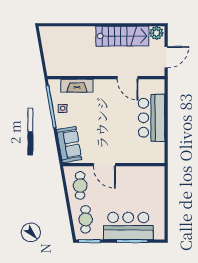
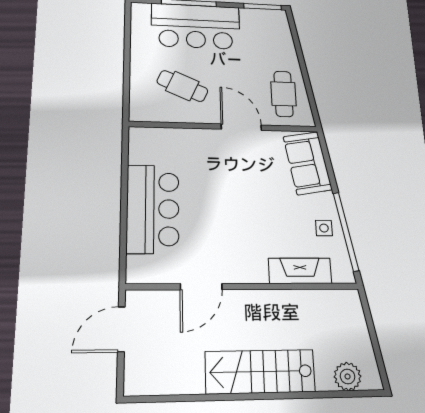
plant: (157, 33) -> (348, 376), moved
stairs: (122, 36) -> (260, 372), moved
door: (127, 78) -> (201, 287), swing flipped
cafe table: (86, 219) -> (182, 86), moved, turned -66

